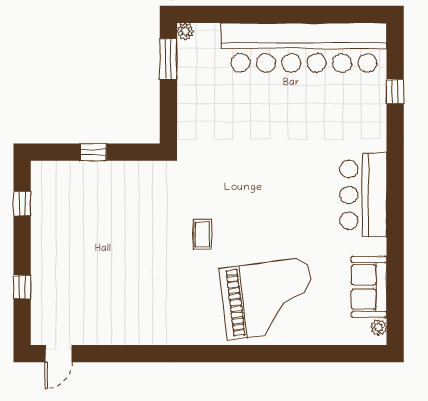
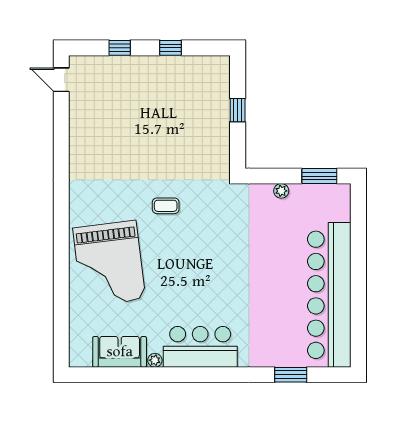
plant: (185, 31) -> (281, 191), moved
window: (395, 91) -> (291, 375), width x1.50
window: (22, 204) -> (171, 48), moved
plant: (379, 327) -> (155, 360), moved

